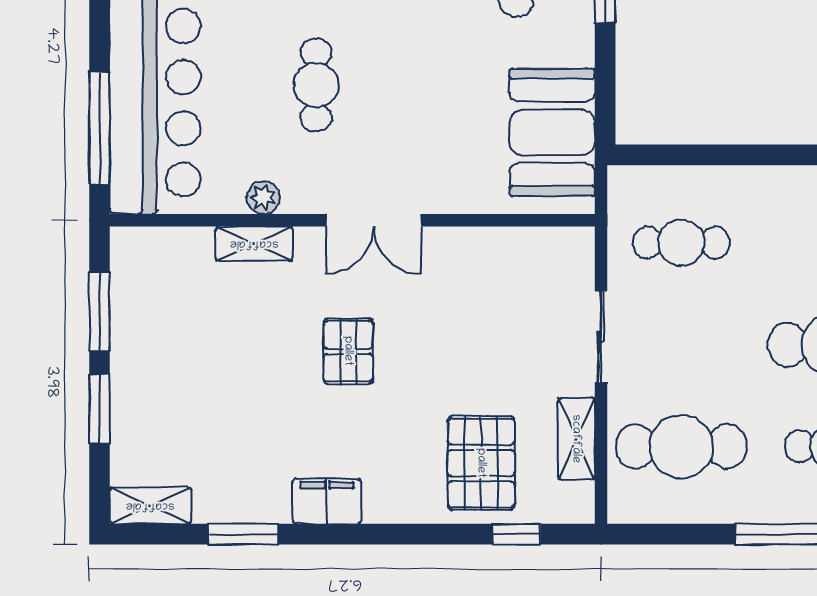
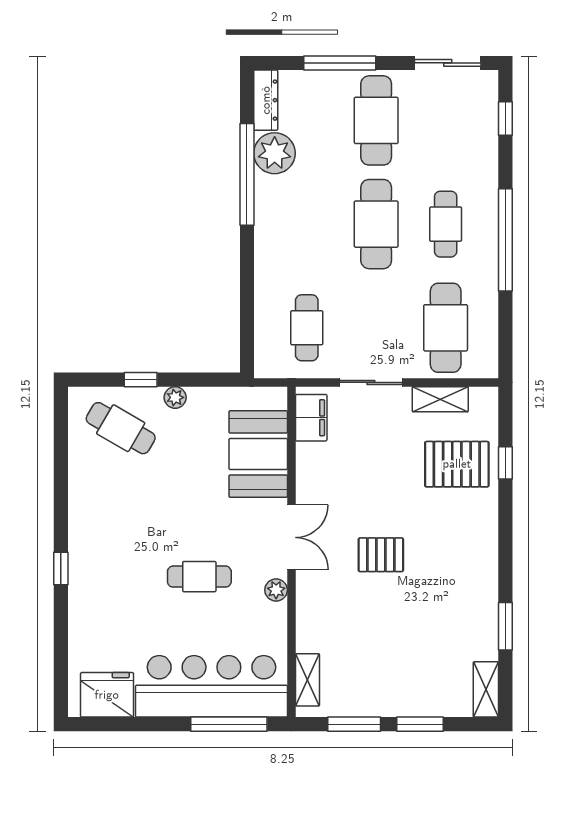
plant: (579, 49) -> (175, 397), added
booth: (552, 132) -> (258, 454), moved, turned 90
plant: (263, 198) -> (276, 590), moved
shelving: (254, 244) -> (307, 680), moved
filing cabinet: (327, 501) -> (311, 418), moved, turned 180
window: (516, 534) -> (505, 463), moved

